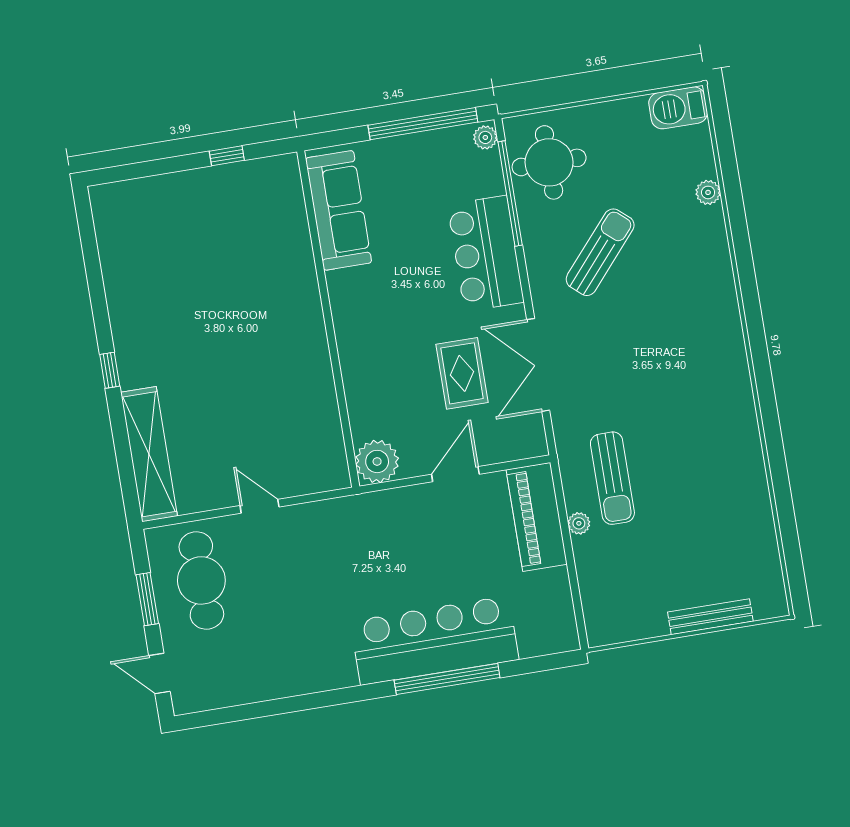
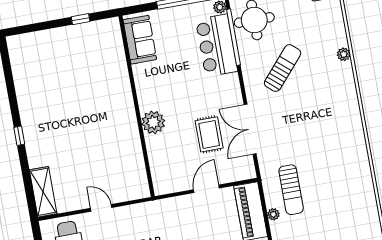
plant: (708, 192) -> (344, 54), moved
sofa: (339, 210) -> (140, 40), width x0.73
bar counter: (486, 253) -> (217, 45), moved
shelving: (149, 454) -> (43, 192), width x0.68
plant: (377, 461) -> (153, 122), moved

